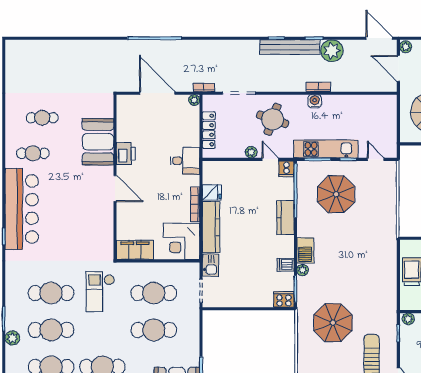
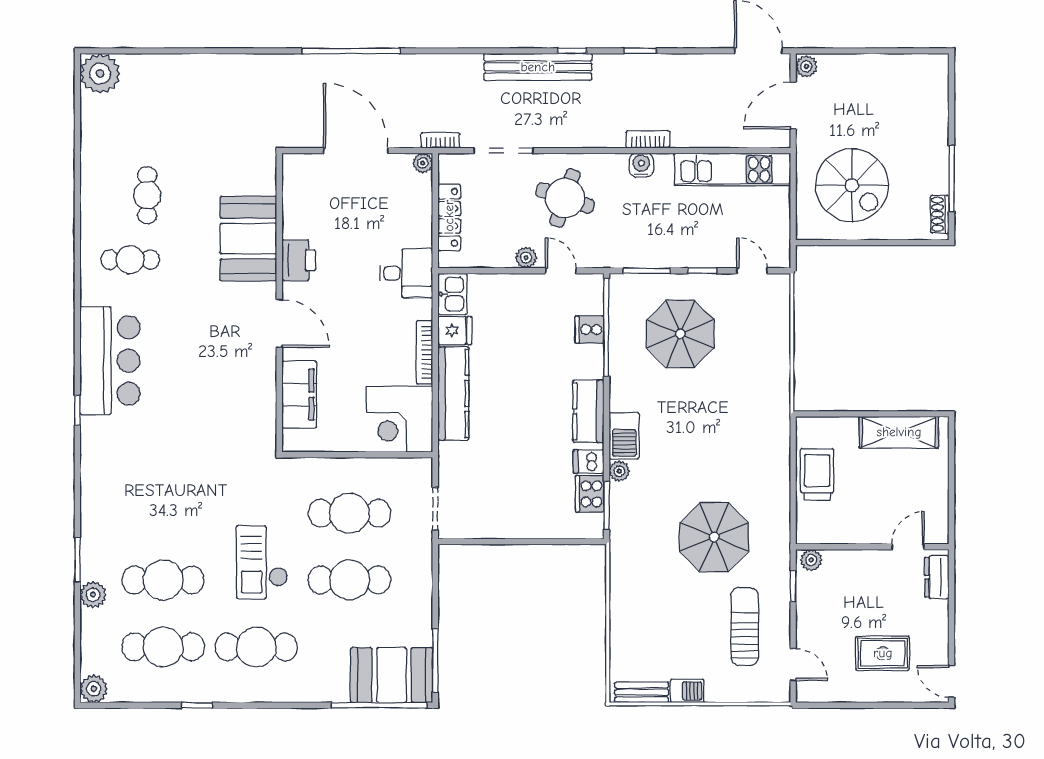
bench: (290, 47) -> (538, 67), moved
plant: (332, 51) -> (100, 74), moved
door: (398, 68) -> (793, 106), hinge flipped
cafe table: (42, 118) -> (147, 195), turned 90
kitchen unit: (326, 149) -> (732, 170), moved, turned 180
cooker: (287, 169) -> (589, 330), moved, turned 90
bar counter: (22, 209) -> (110, 361), width x0.73
kitchen counter: (285, 218) -> (588, 411), moved
filing cabinet: (135, 250) -> (299, 395), moved, turned 90
kitchen sink: (211, 265) -> (452, 294), moved
checkout: (100, 292) -> (262, 562), moved
cafe table: (51, 293) -> (163, 513), removed
cooker: (284, 300) -> (590, 494), moved, turned -90
parasol: (333, 323) -> (714, 537), moved

